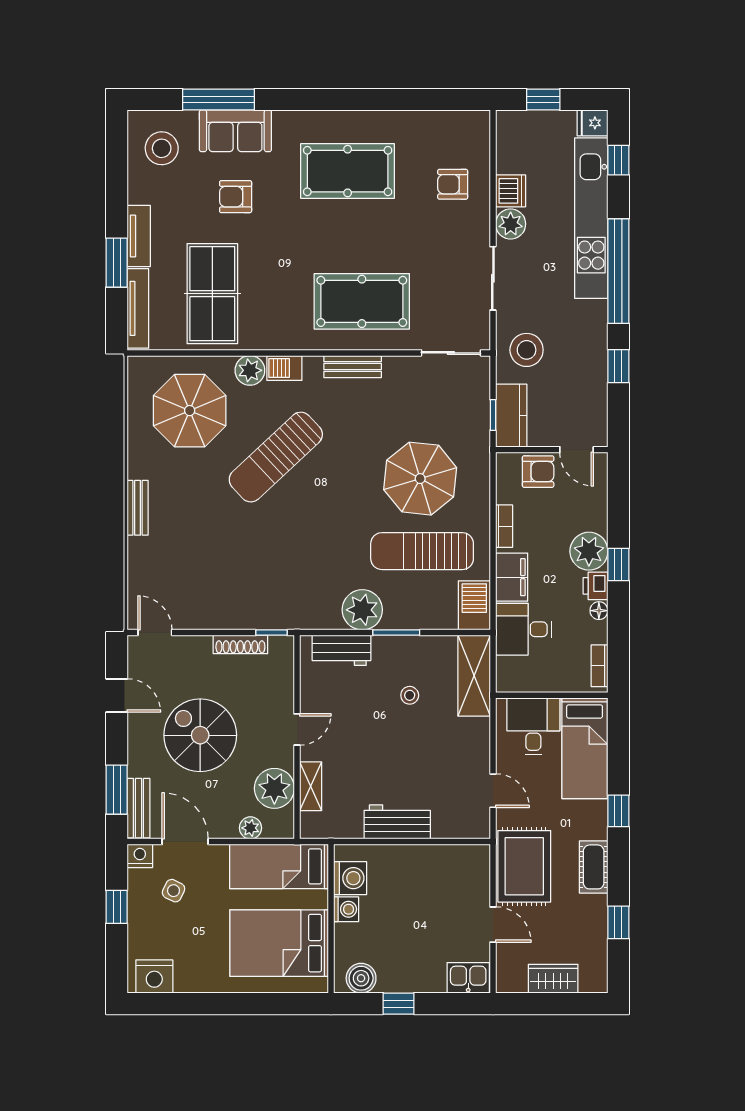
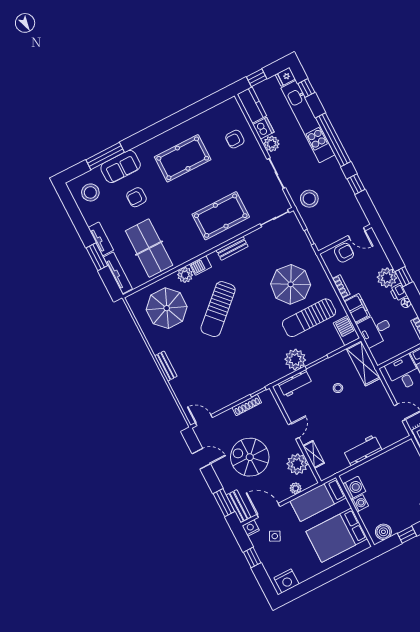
kitchen counter: (511, 416) -> (252, 105), moved

